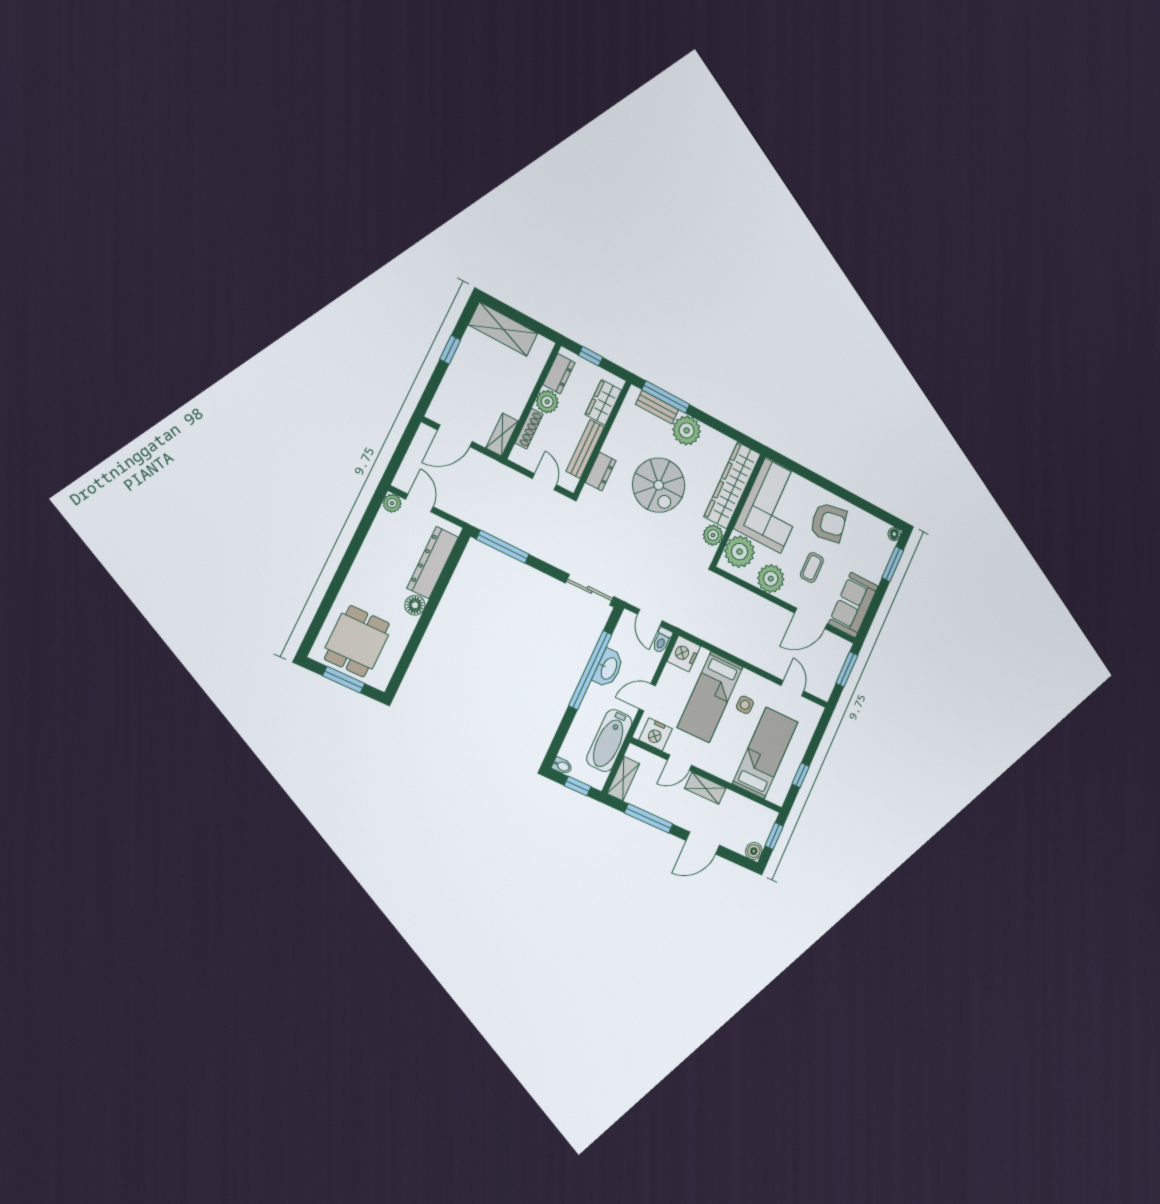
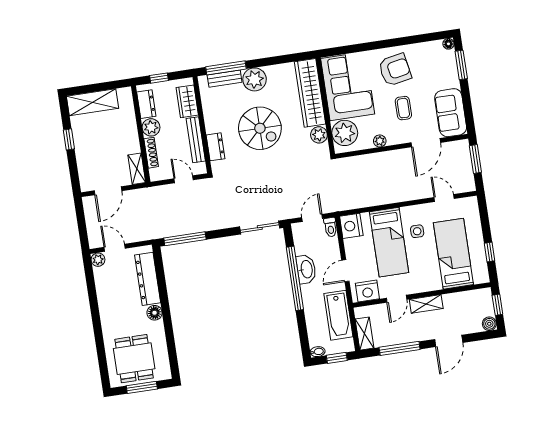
plant: (771, 579) -> (380, 141), width x0.53, depth x0.53
door: (650, 617) -> (312, 218), swing flipped

